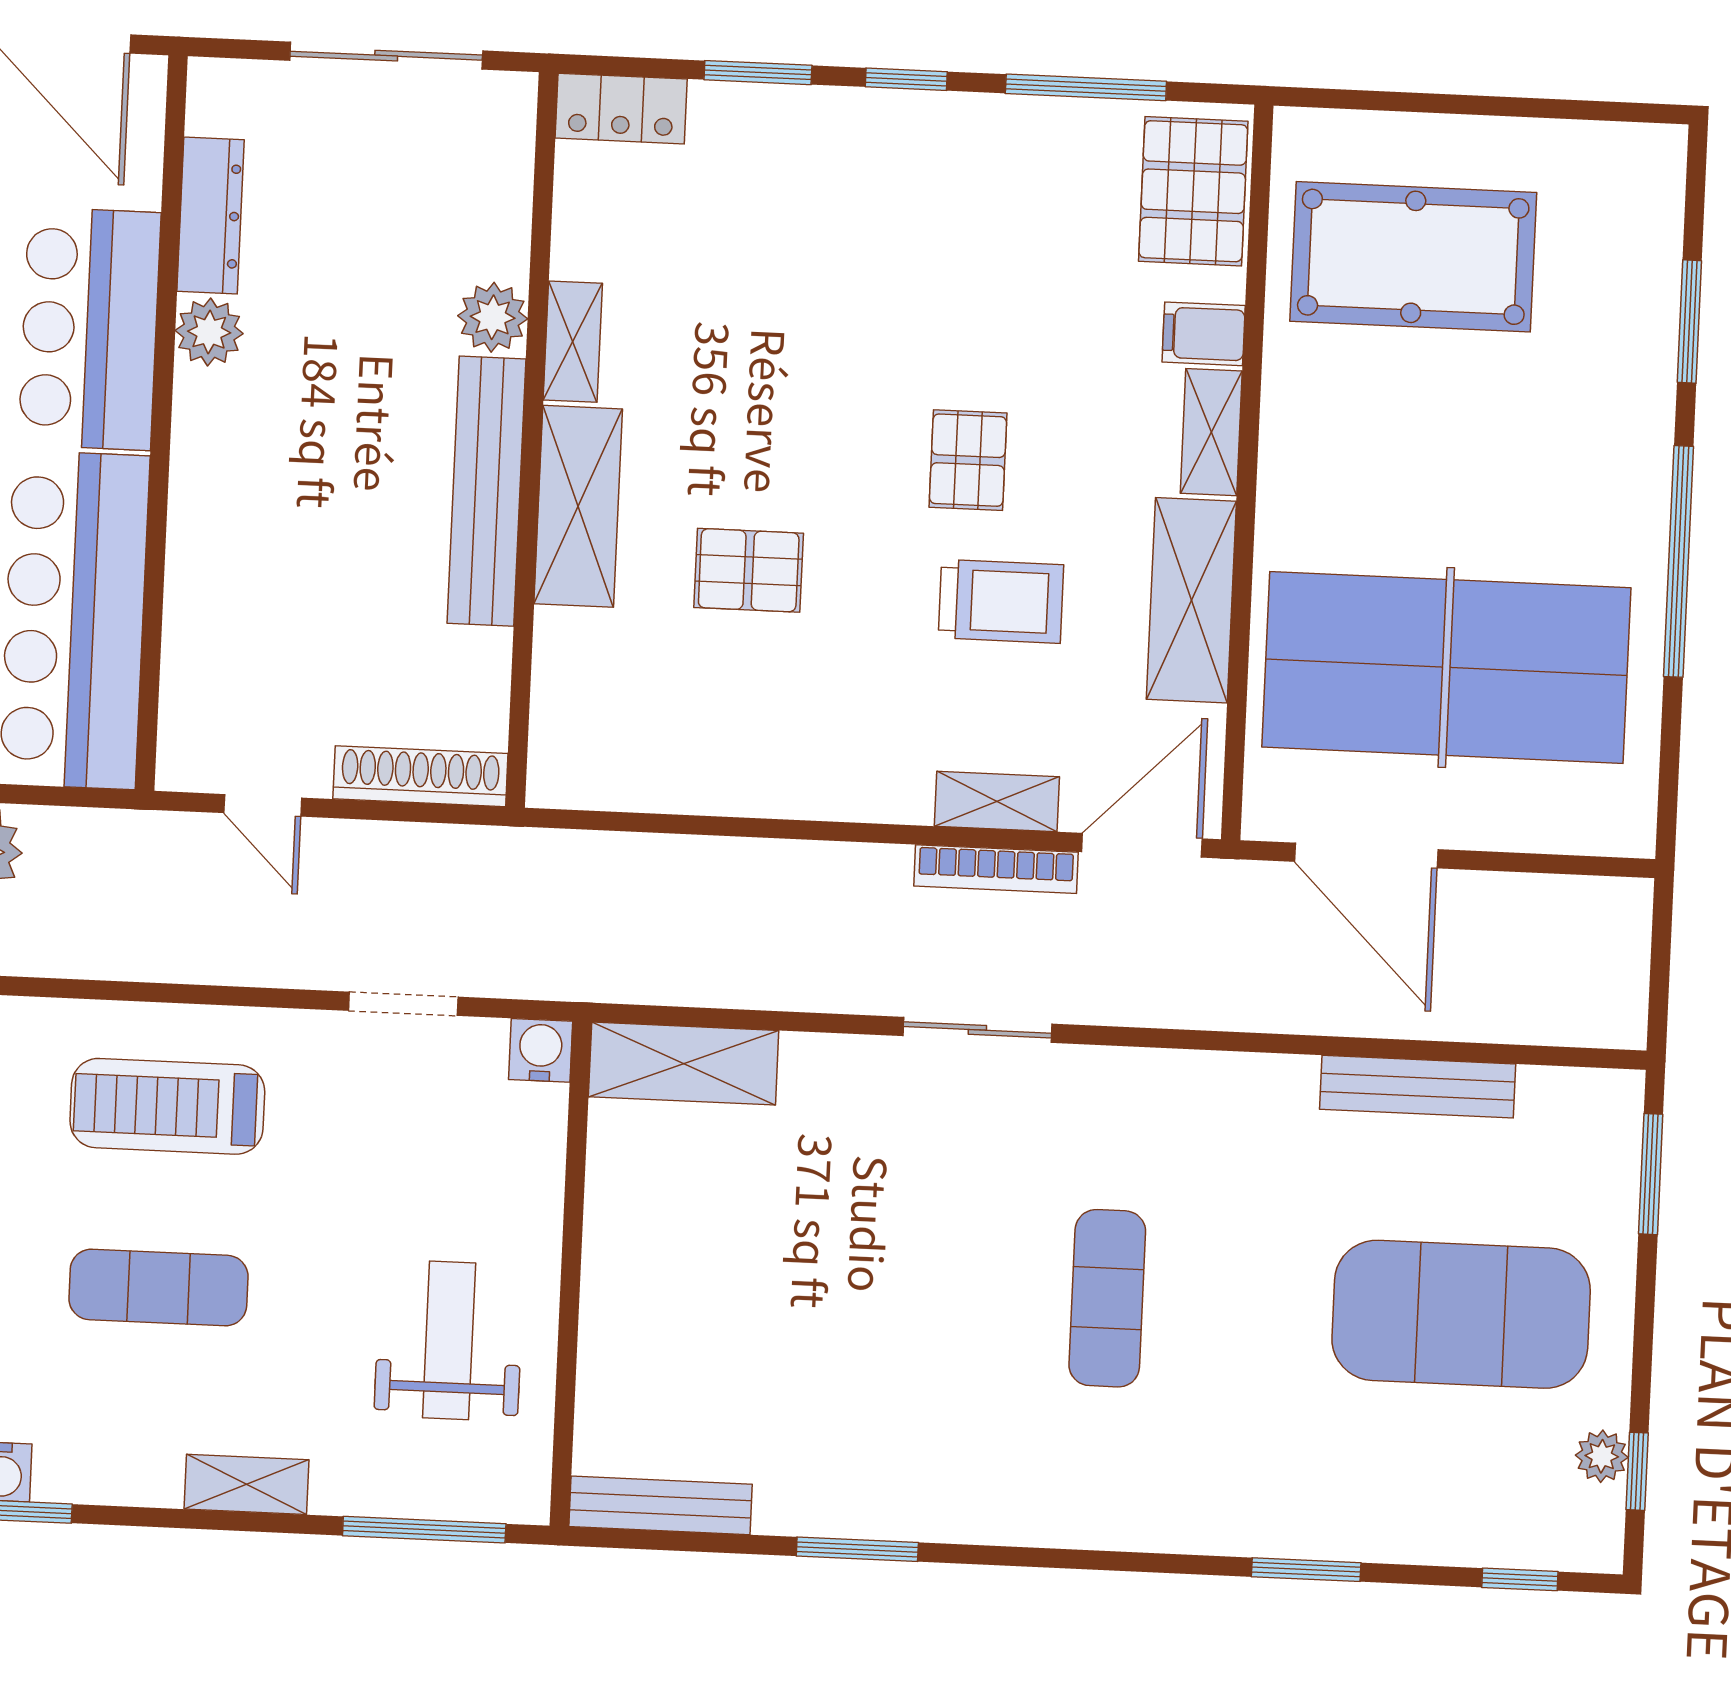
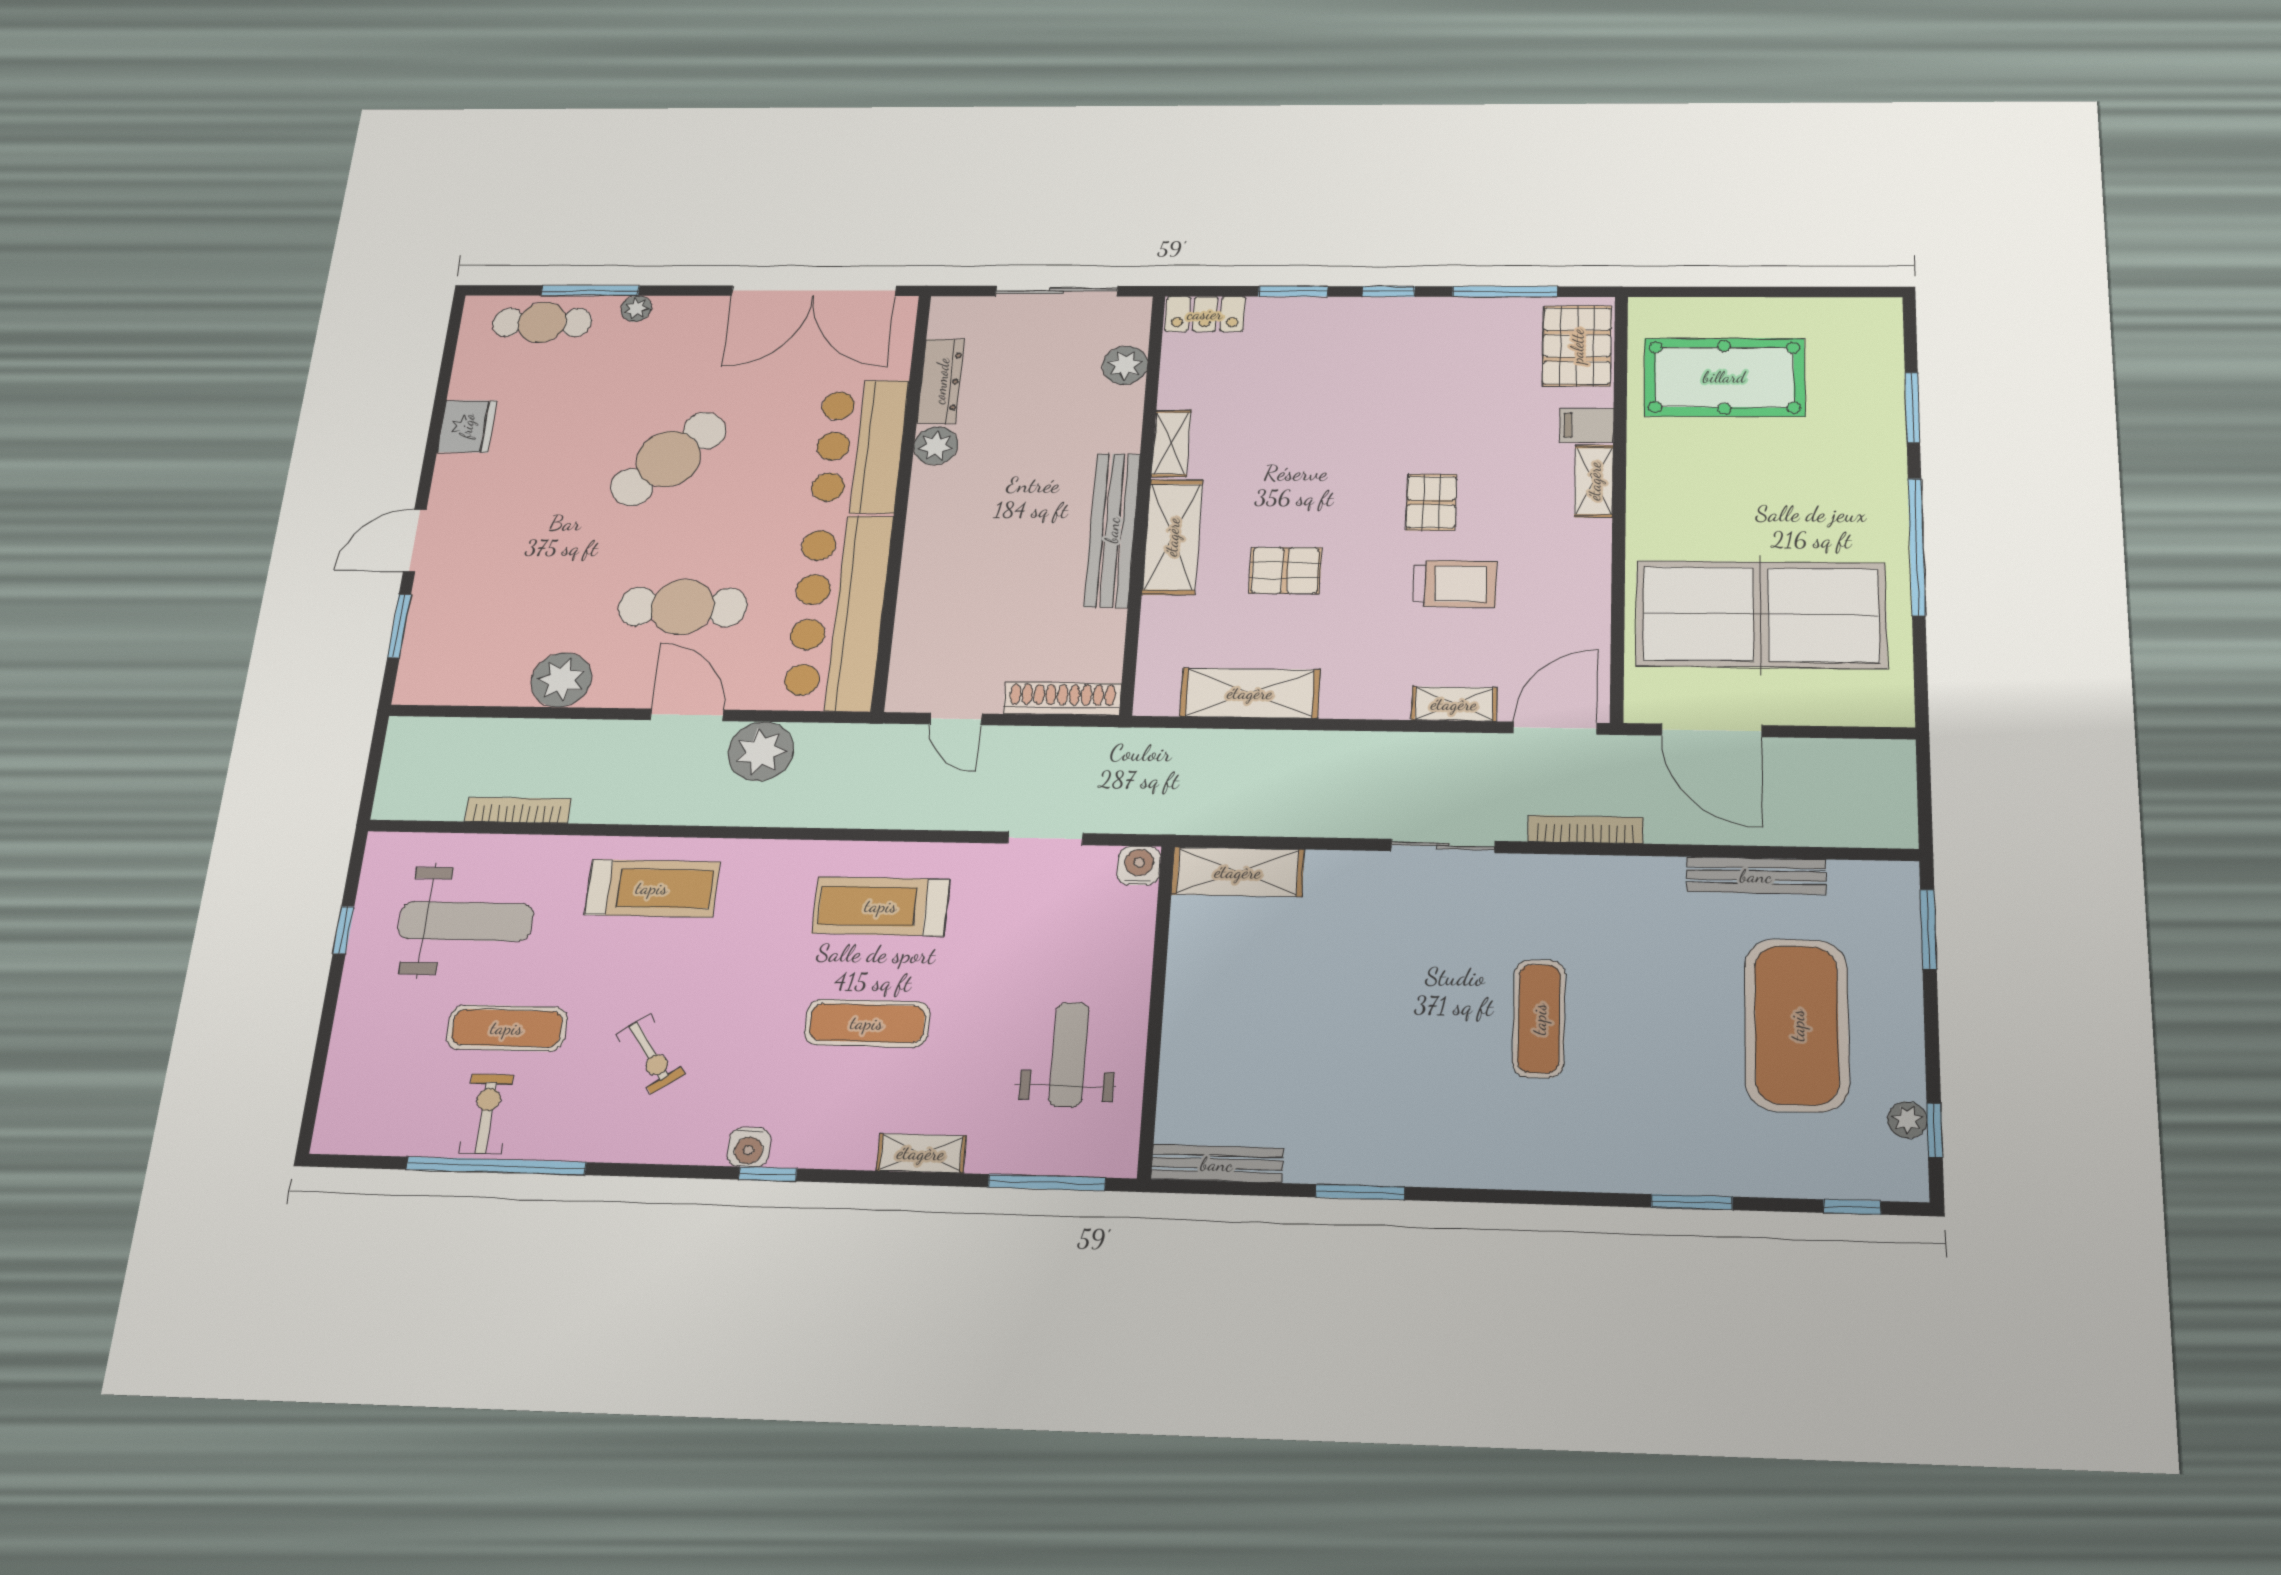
plant: (493, 317) -> (1125, 365), moved
shelving: (1191, 600) -> (1250, 693), moved, turned 90
bookcase: (996, 869) -> (1586, 829), moved, turned 180
exercise mat: (1461, 1314) -> (1797, 1025), turned 90

